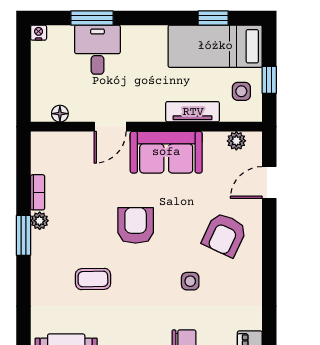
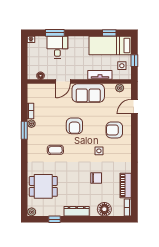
armchair: (136, 225) -> (74, 126), turned 180
armchair: (225, 235) -> (114, 130), turned 65

